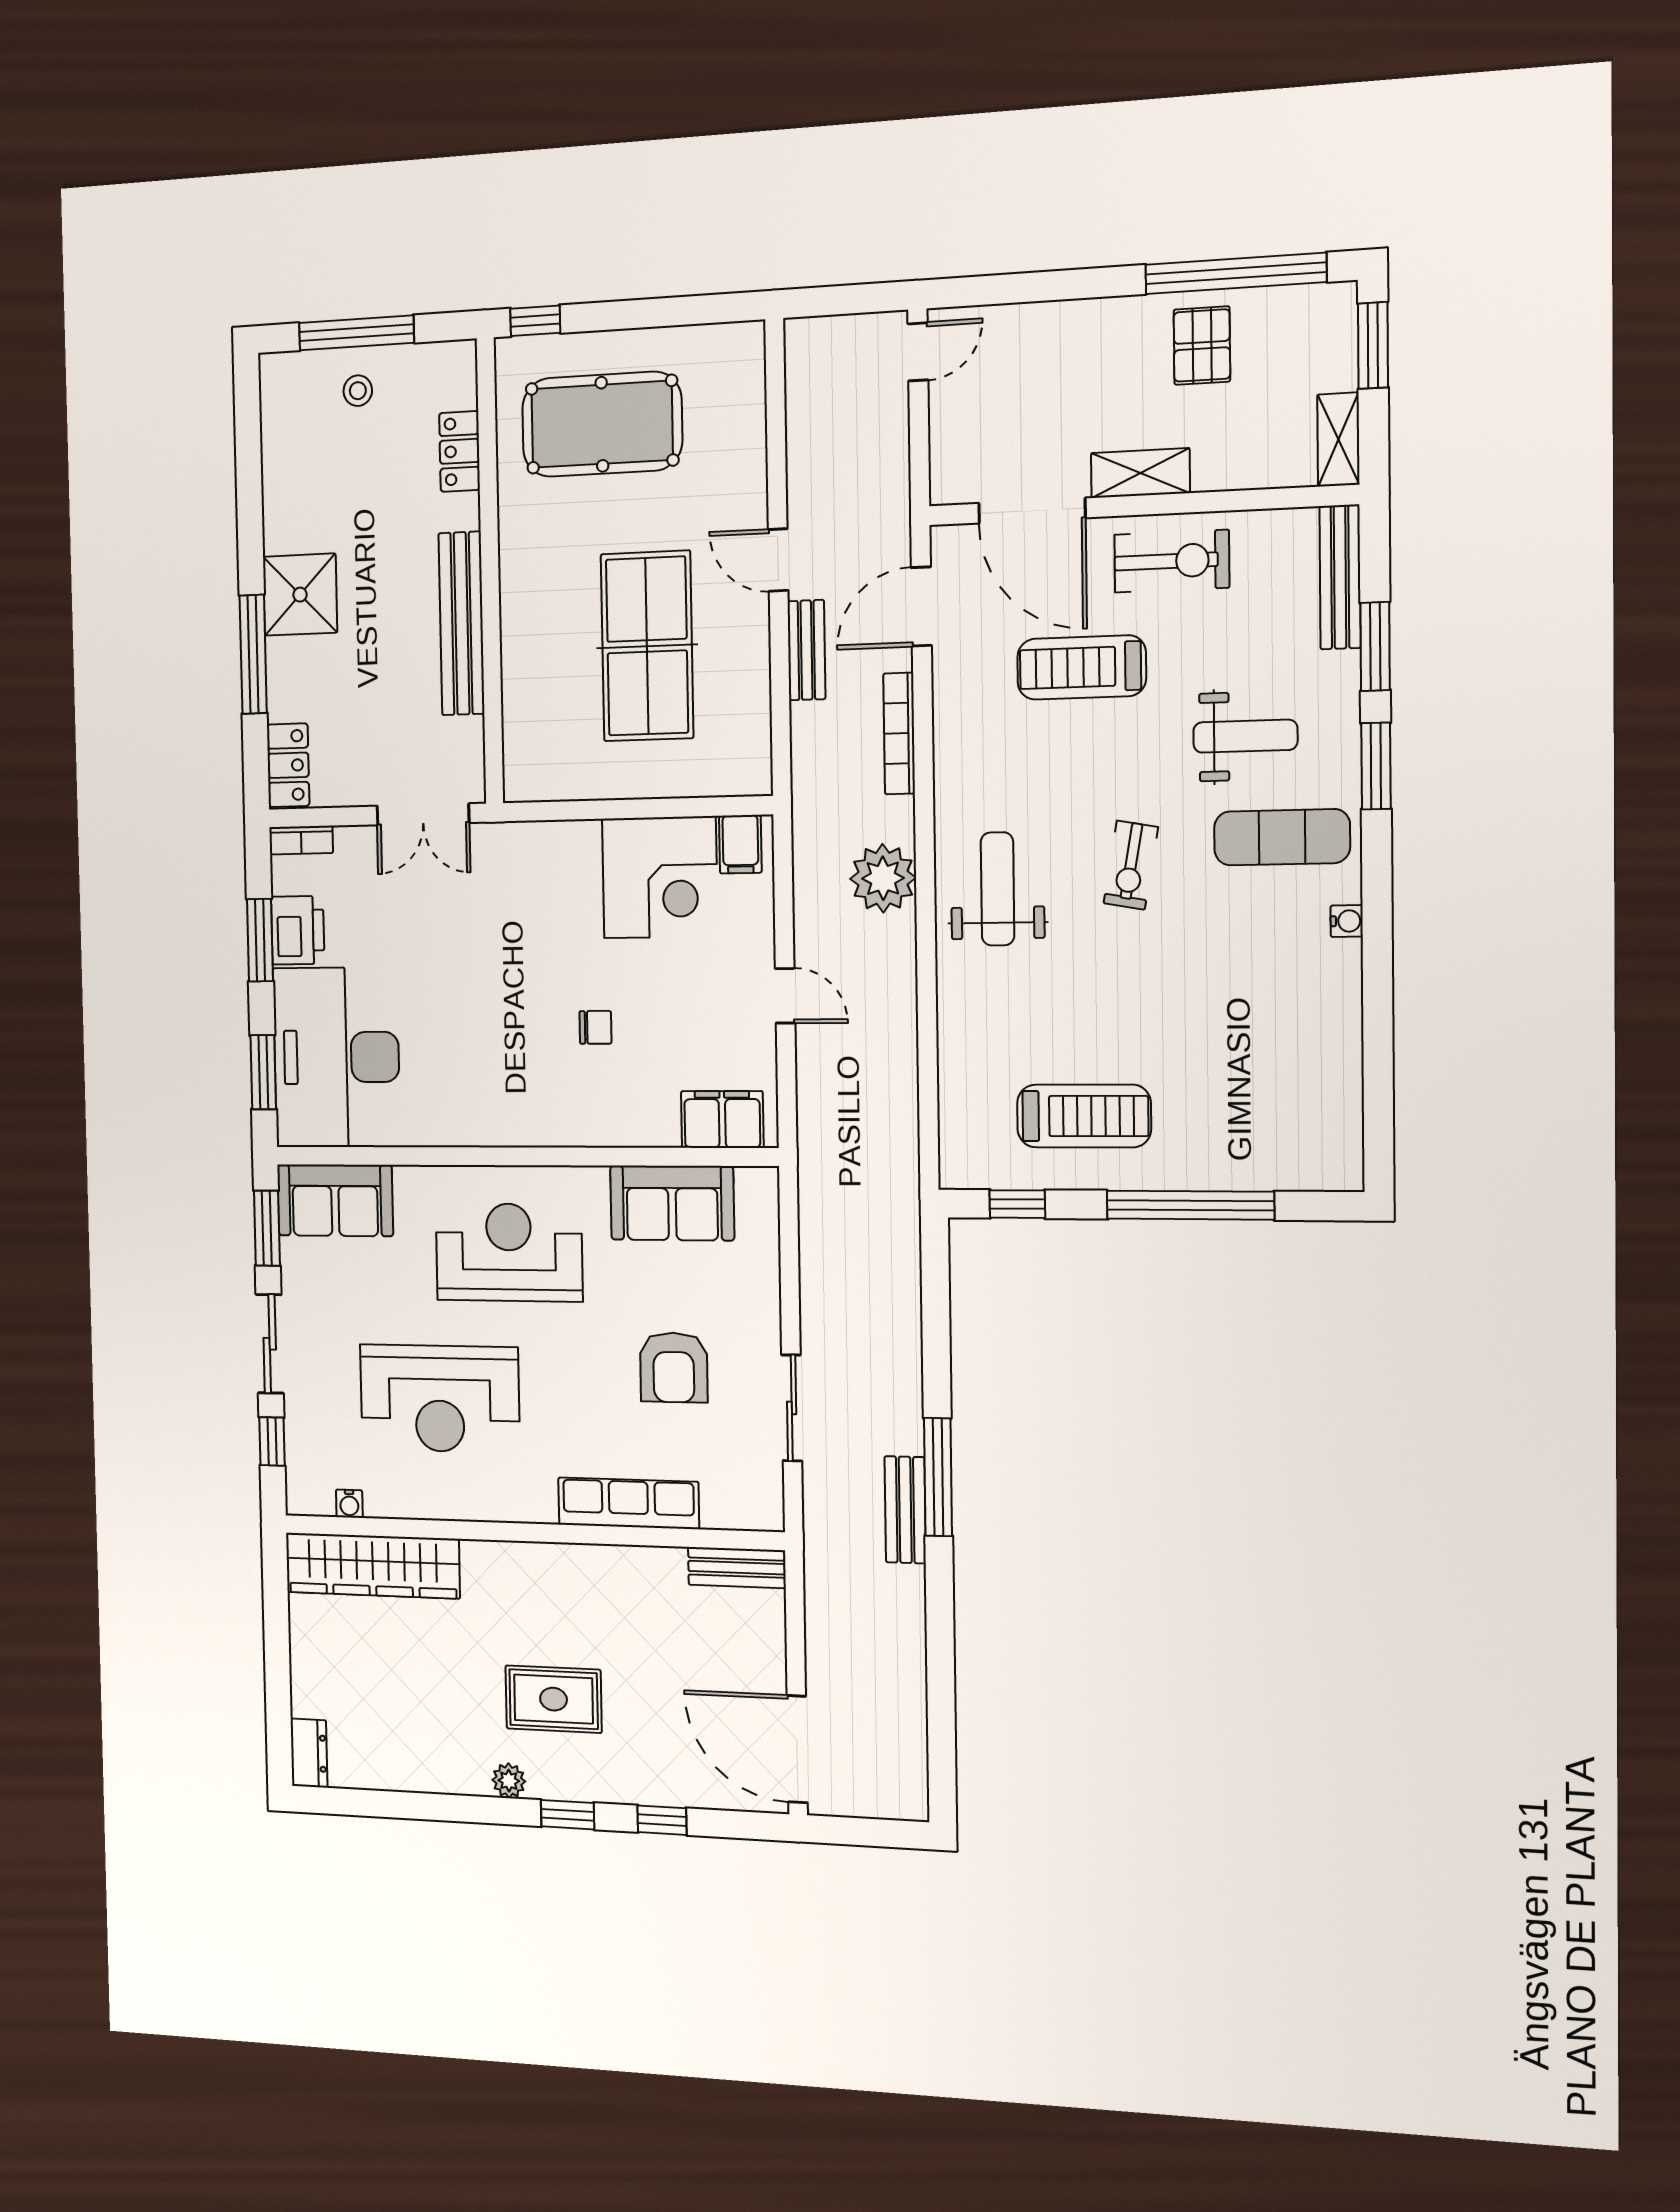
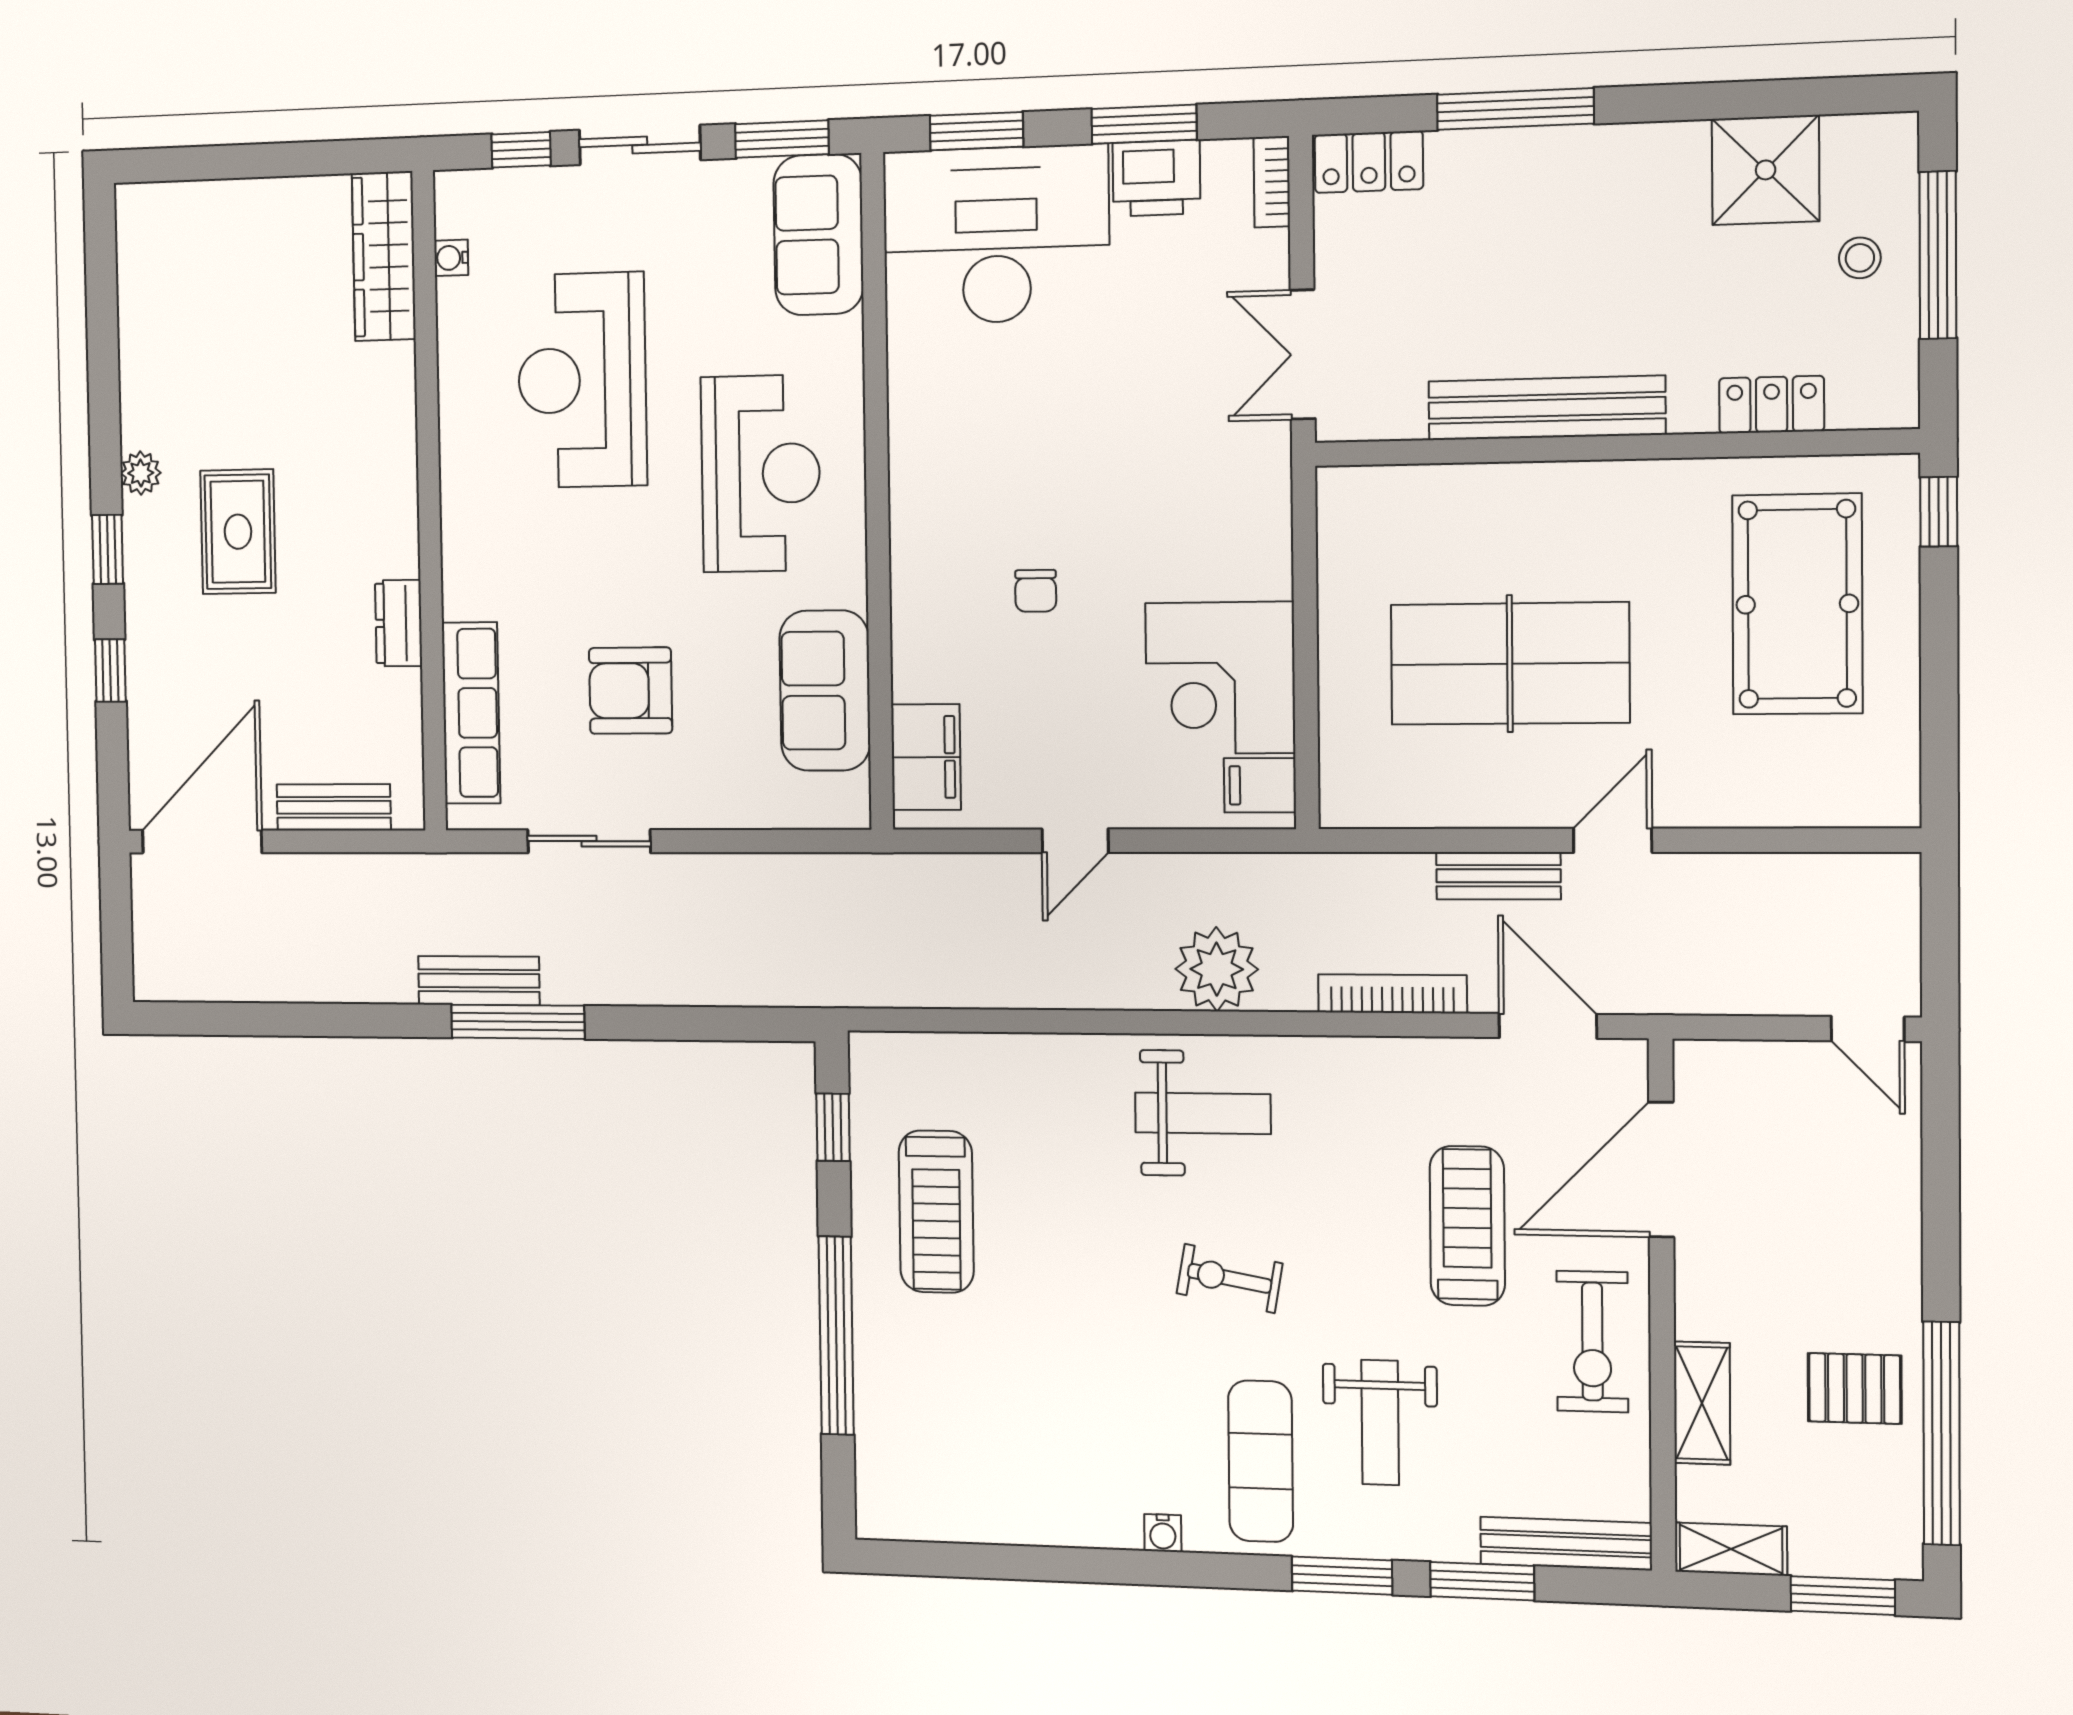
shelving: (1140, 473) -> (1702, 1403), moved
shower: (300, 595) -> (1766, 170), moved
row of seats: (628, 1503) -> (471, 713), moved
wardrobe: (372, 1566) -> (384, 256), width x0.71, depth x0.85
bench: (736, 1568) -> (334, 807), moved, turned 90
dresser: (309, 1753) -> (399, 623), moved, turned 90

